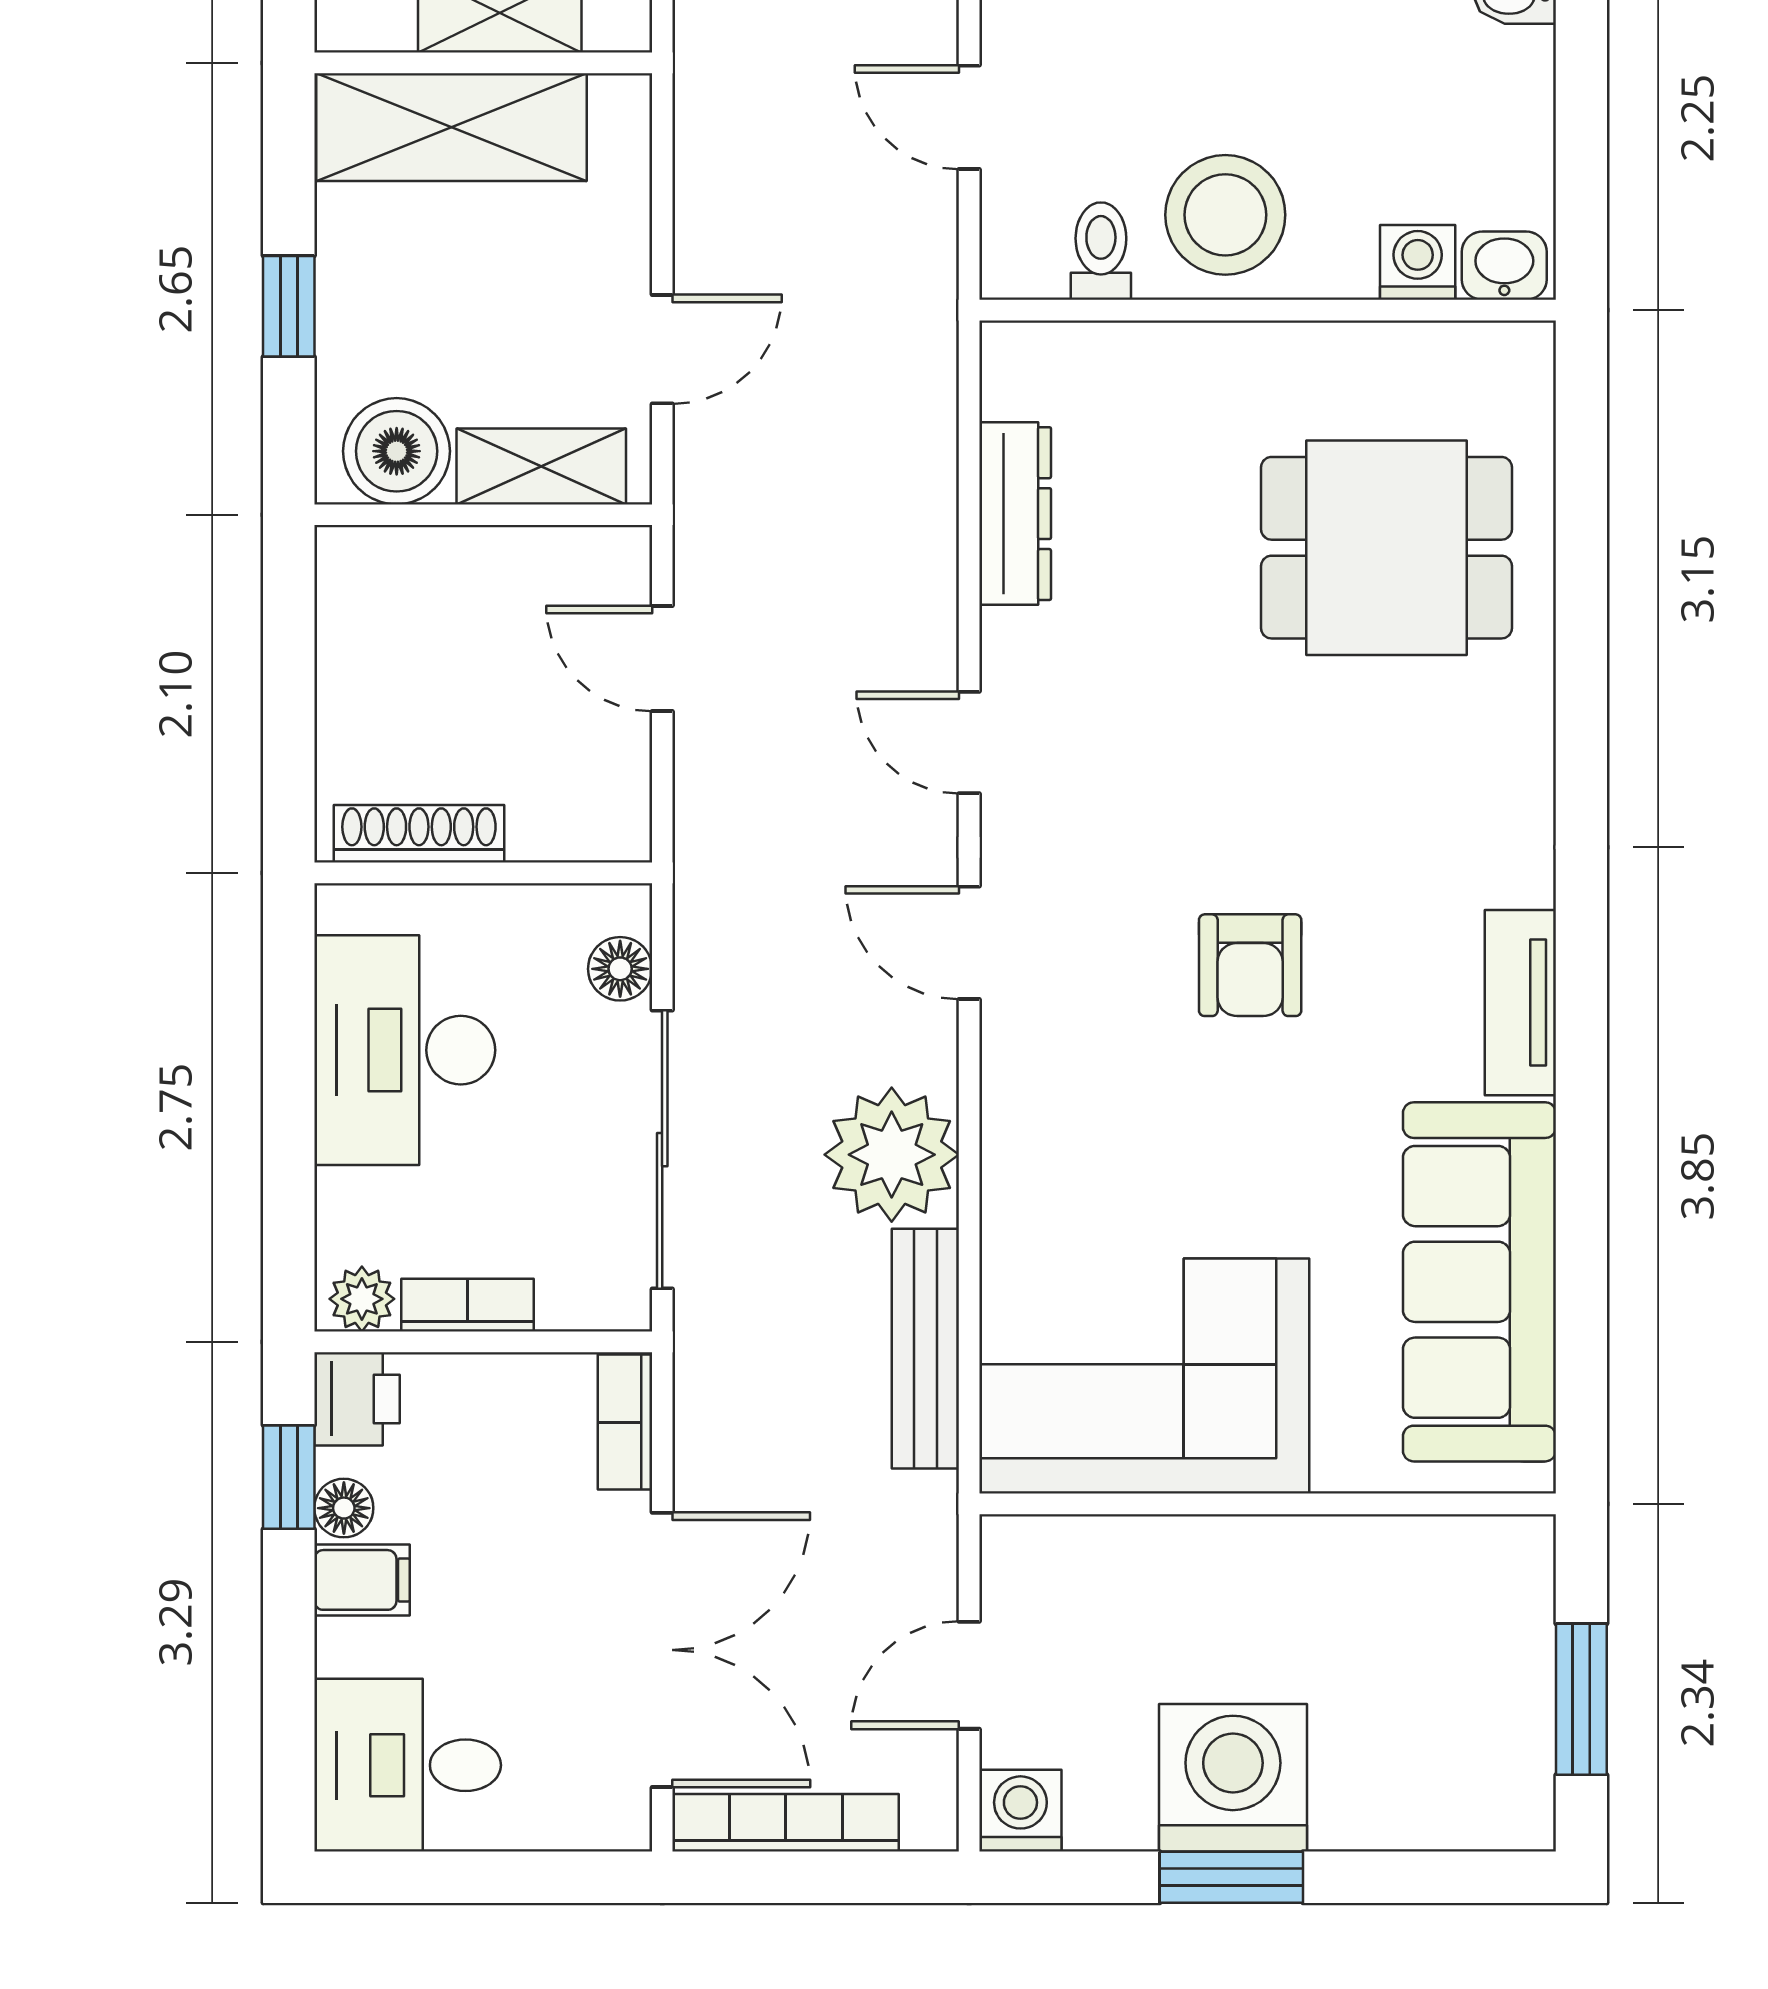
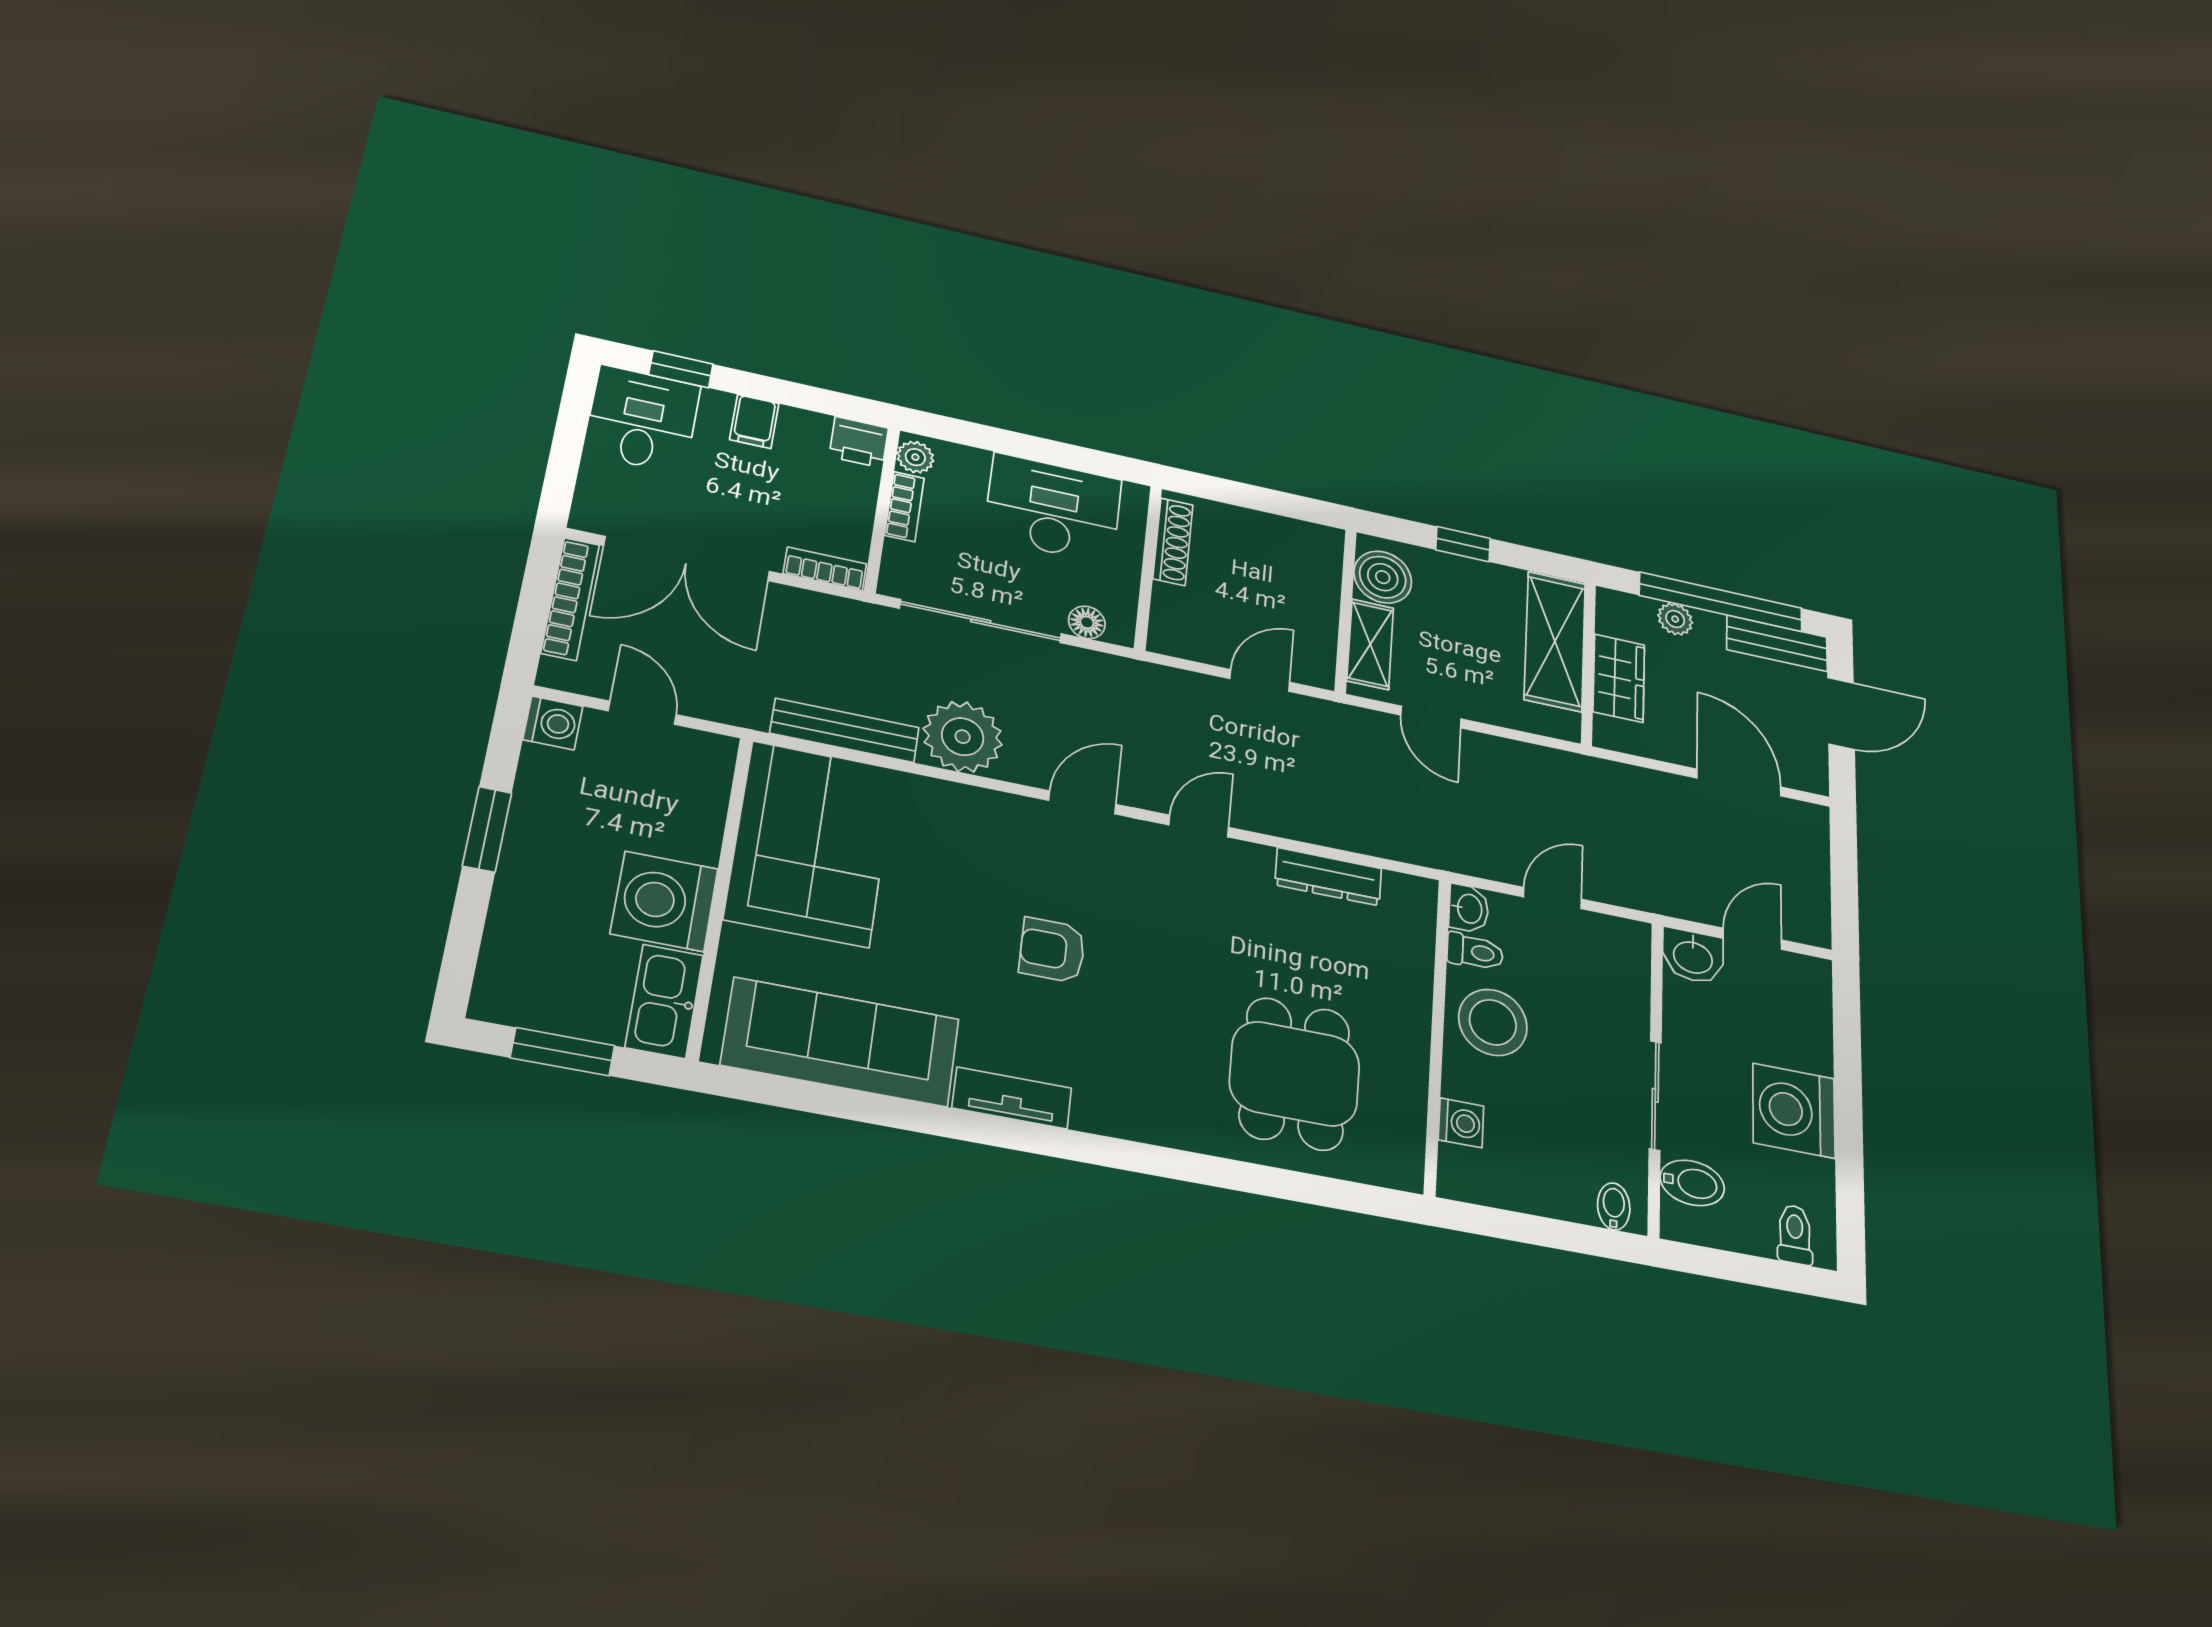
washbasin: (1504, 266) -> (1469, 909), moved
window: (289, 1477) -> (681, 369), moved
floor lamp: (344, 1508) -> (797, 422), removed
kitchen sink: (1466, 1561) -> (664, 1001), added
washing machine: (1233, 1778) -> (664, 901), moved, turned 180

